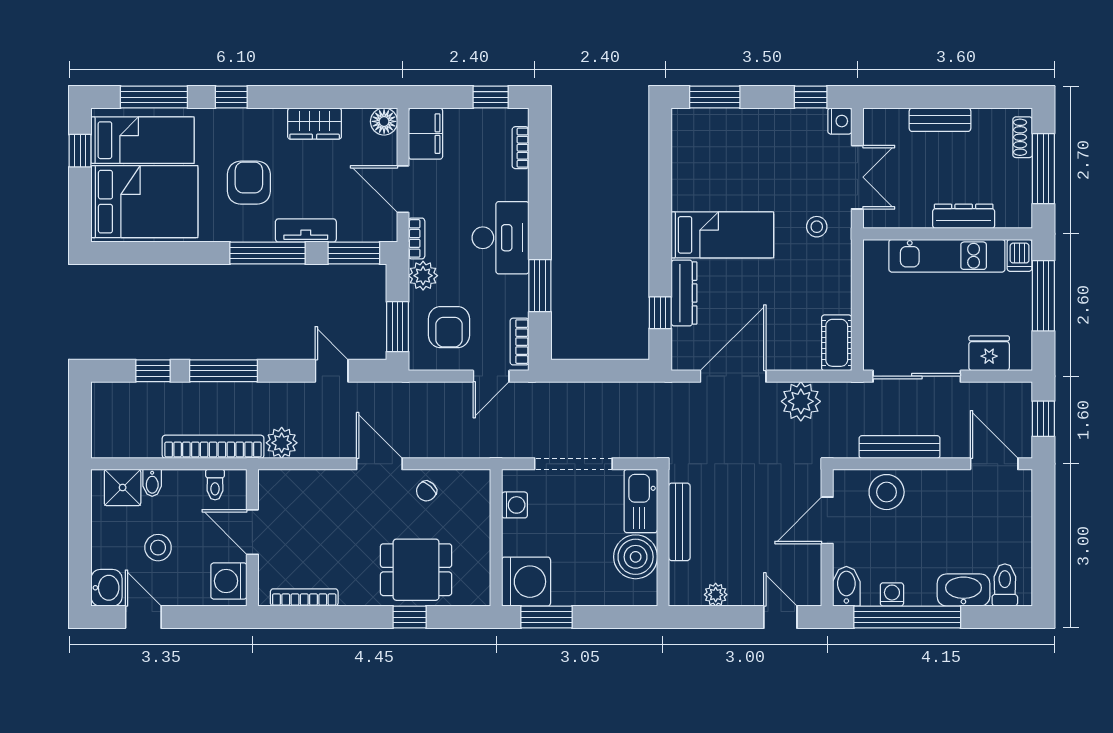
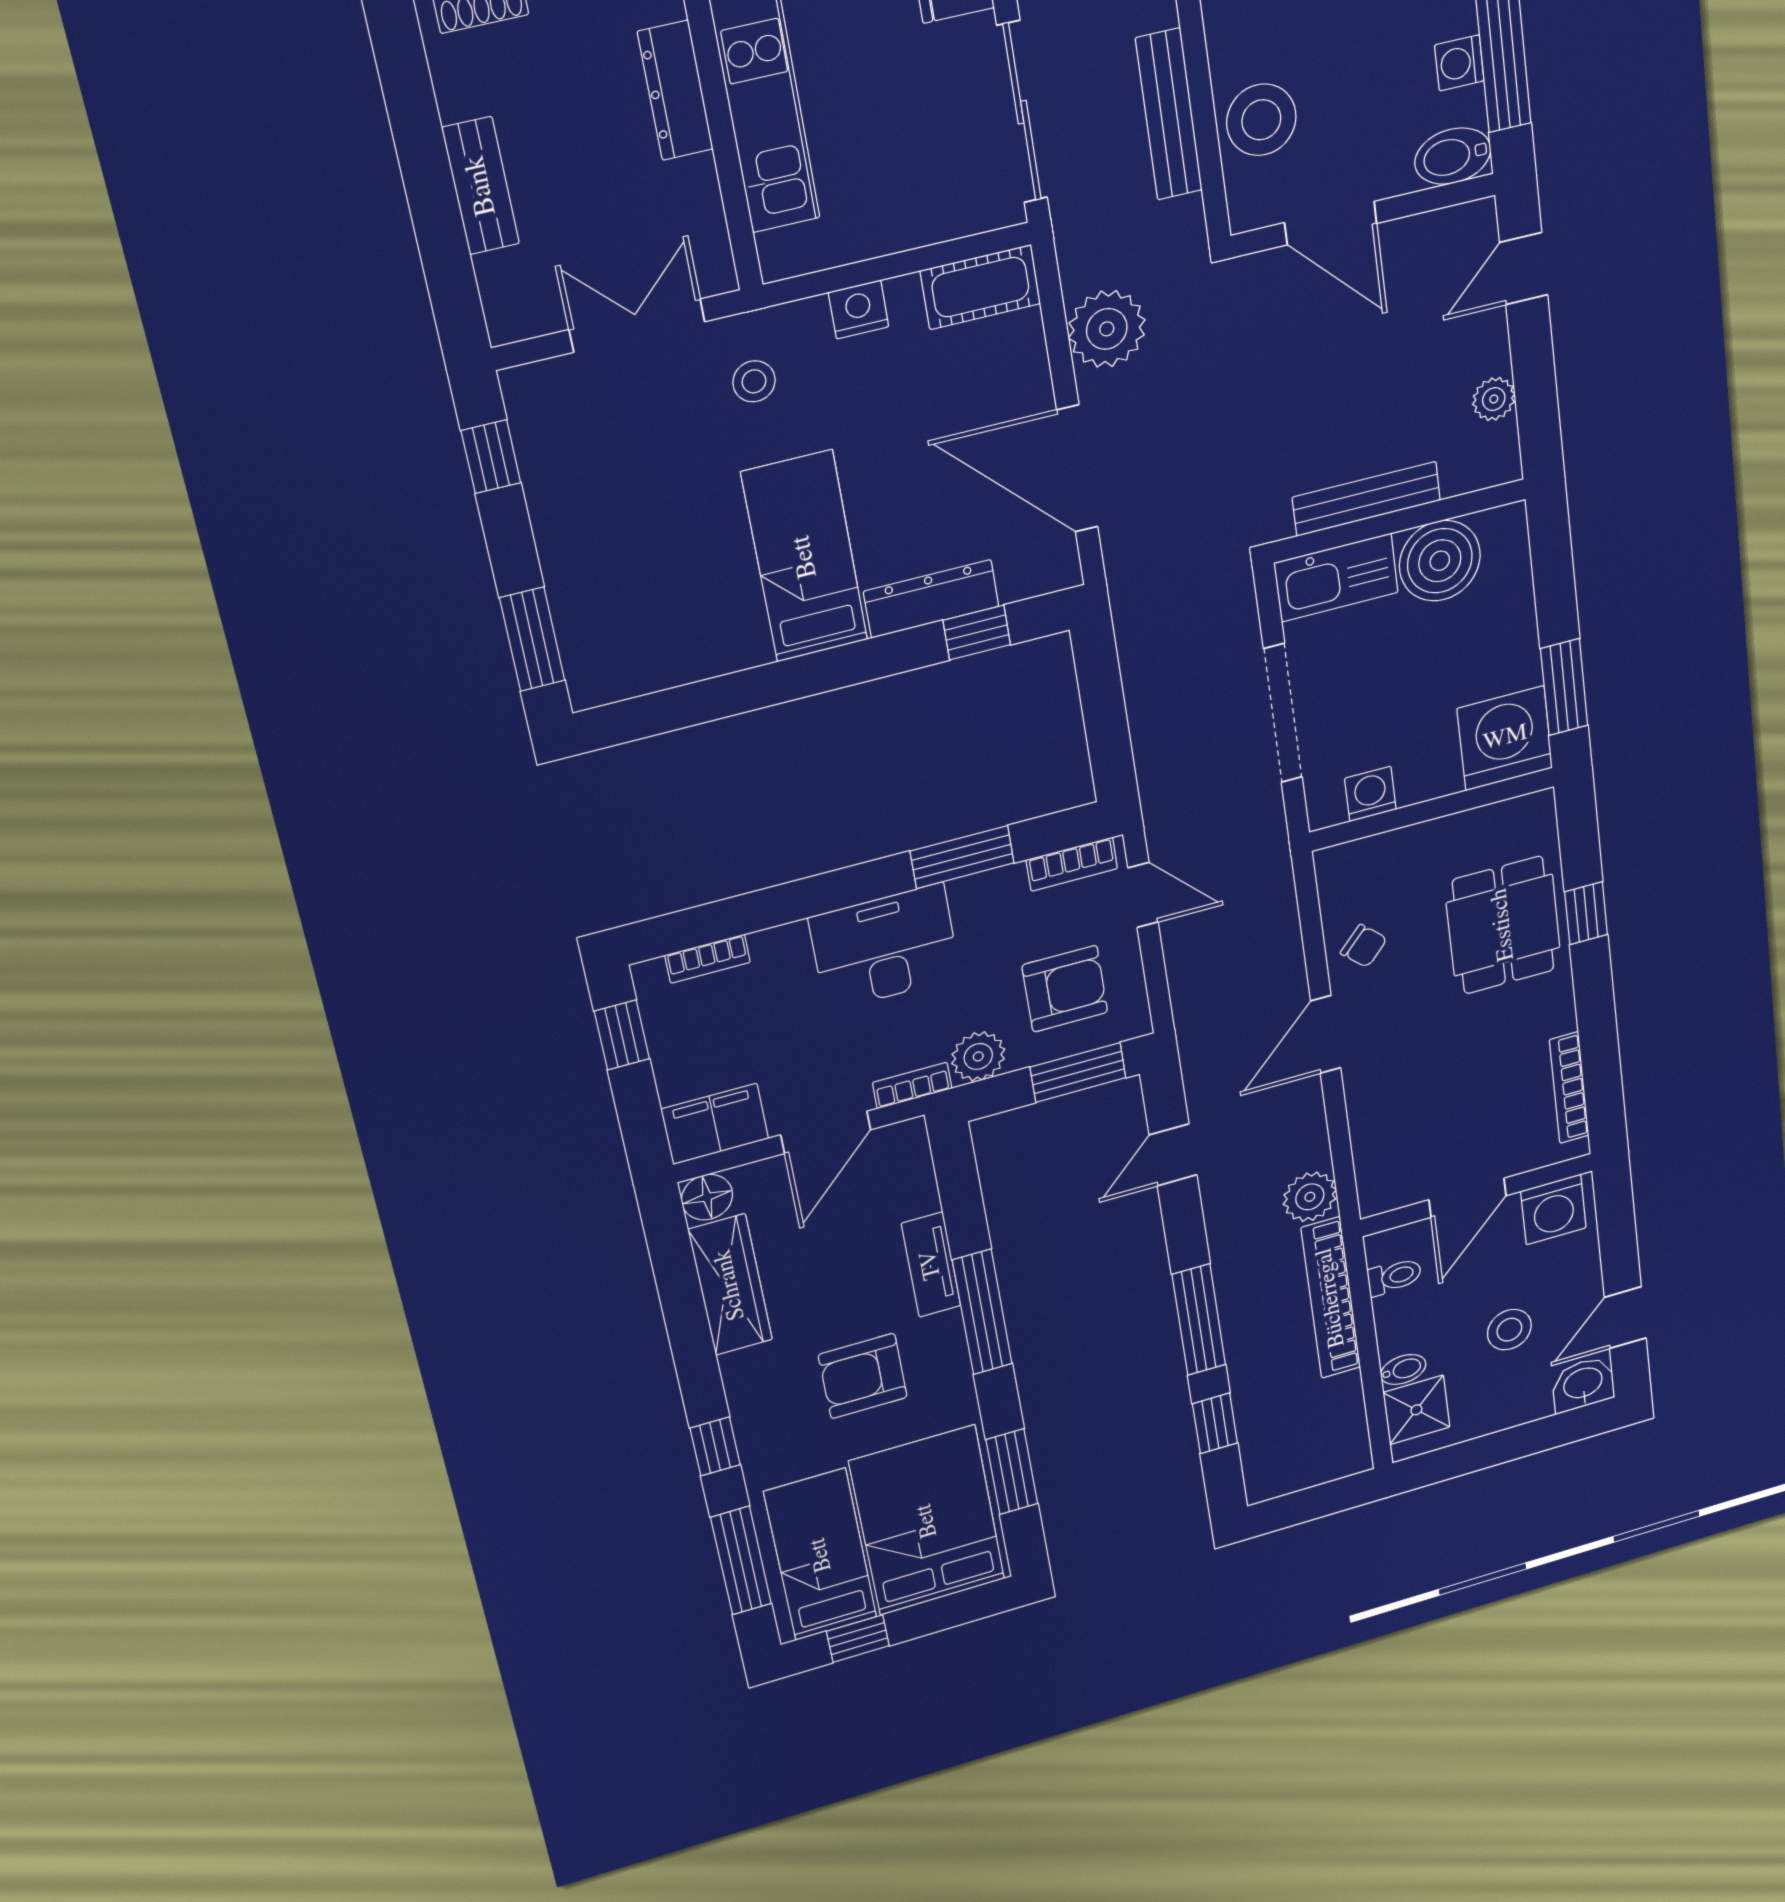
nightstand: (840, 121) -> (859, 309), moved
wardrobe: (315, 124) -> (730, 1285), width x1.50
window: (354, 253) -> (1012, 1472), moved

